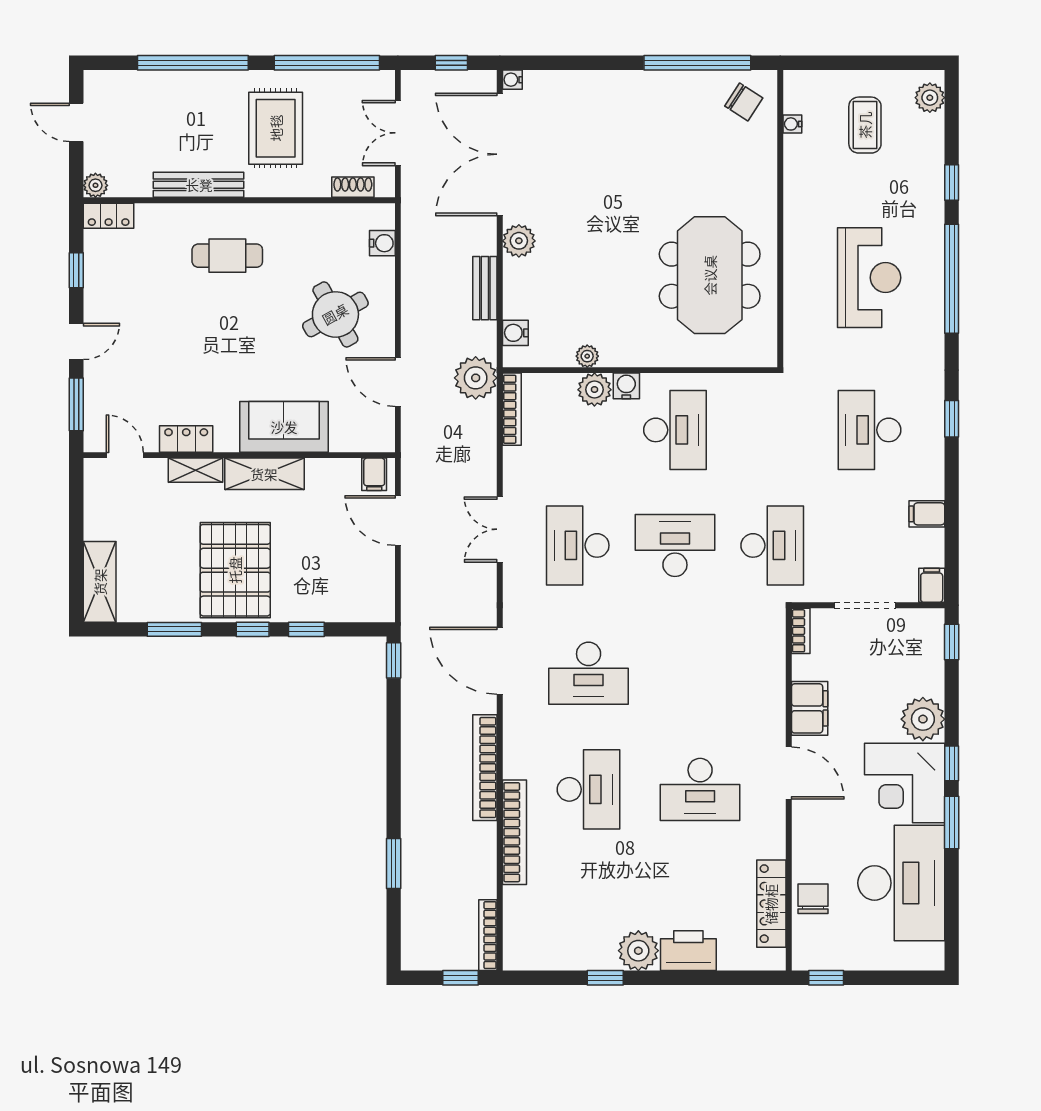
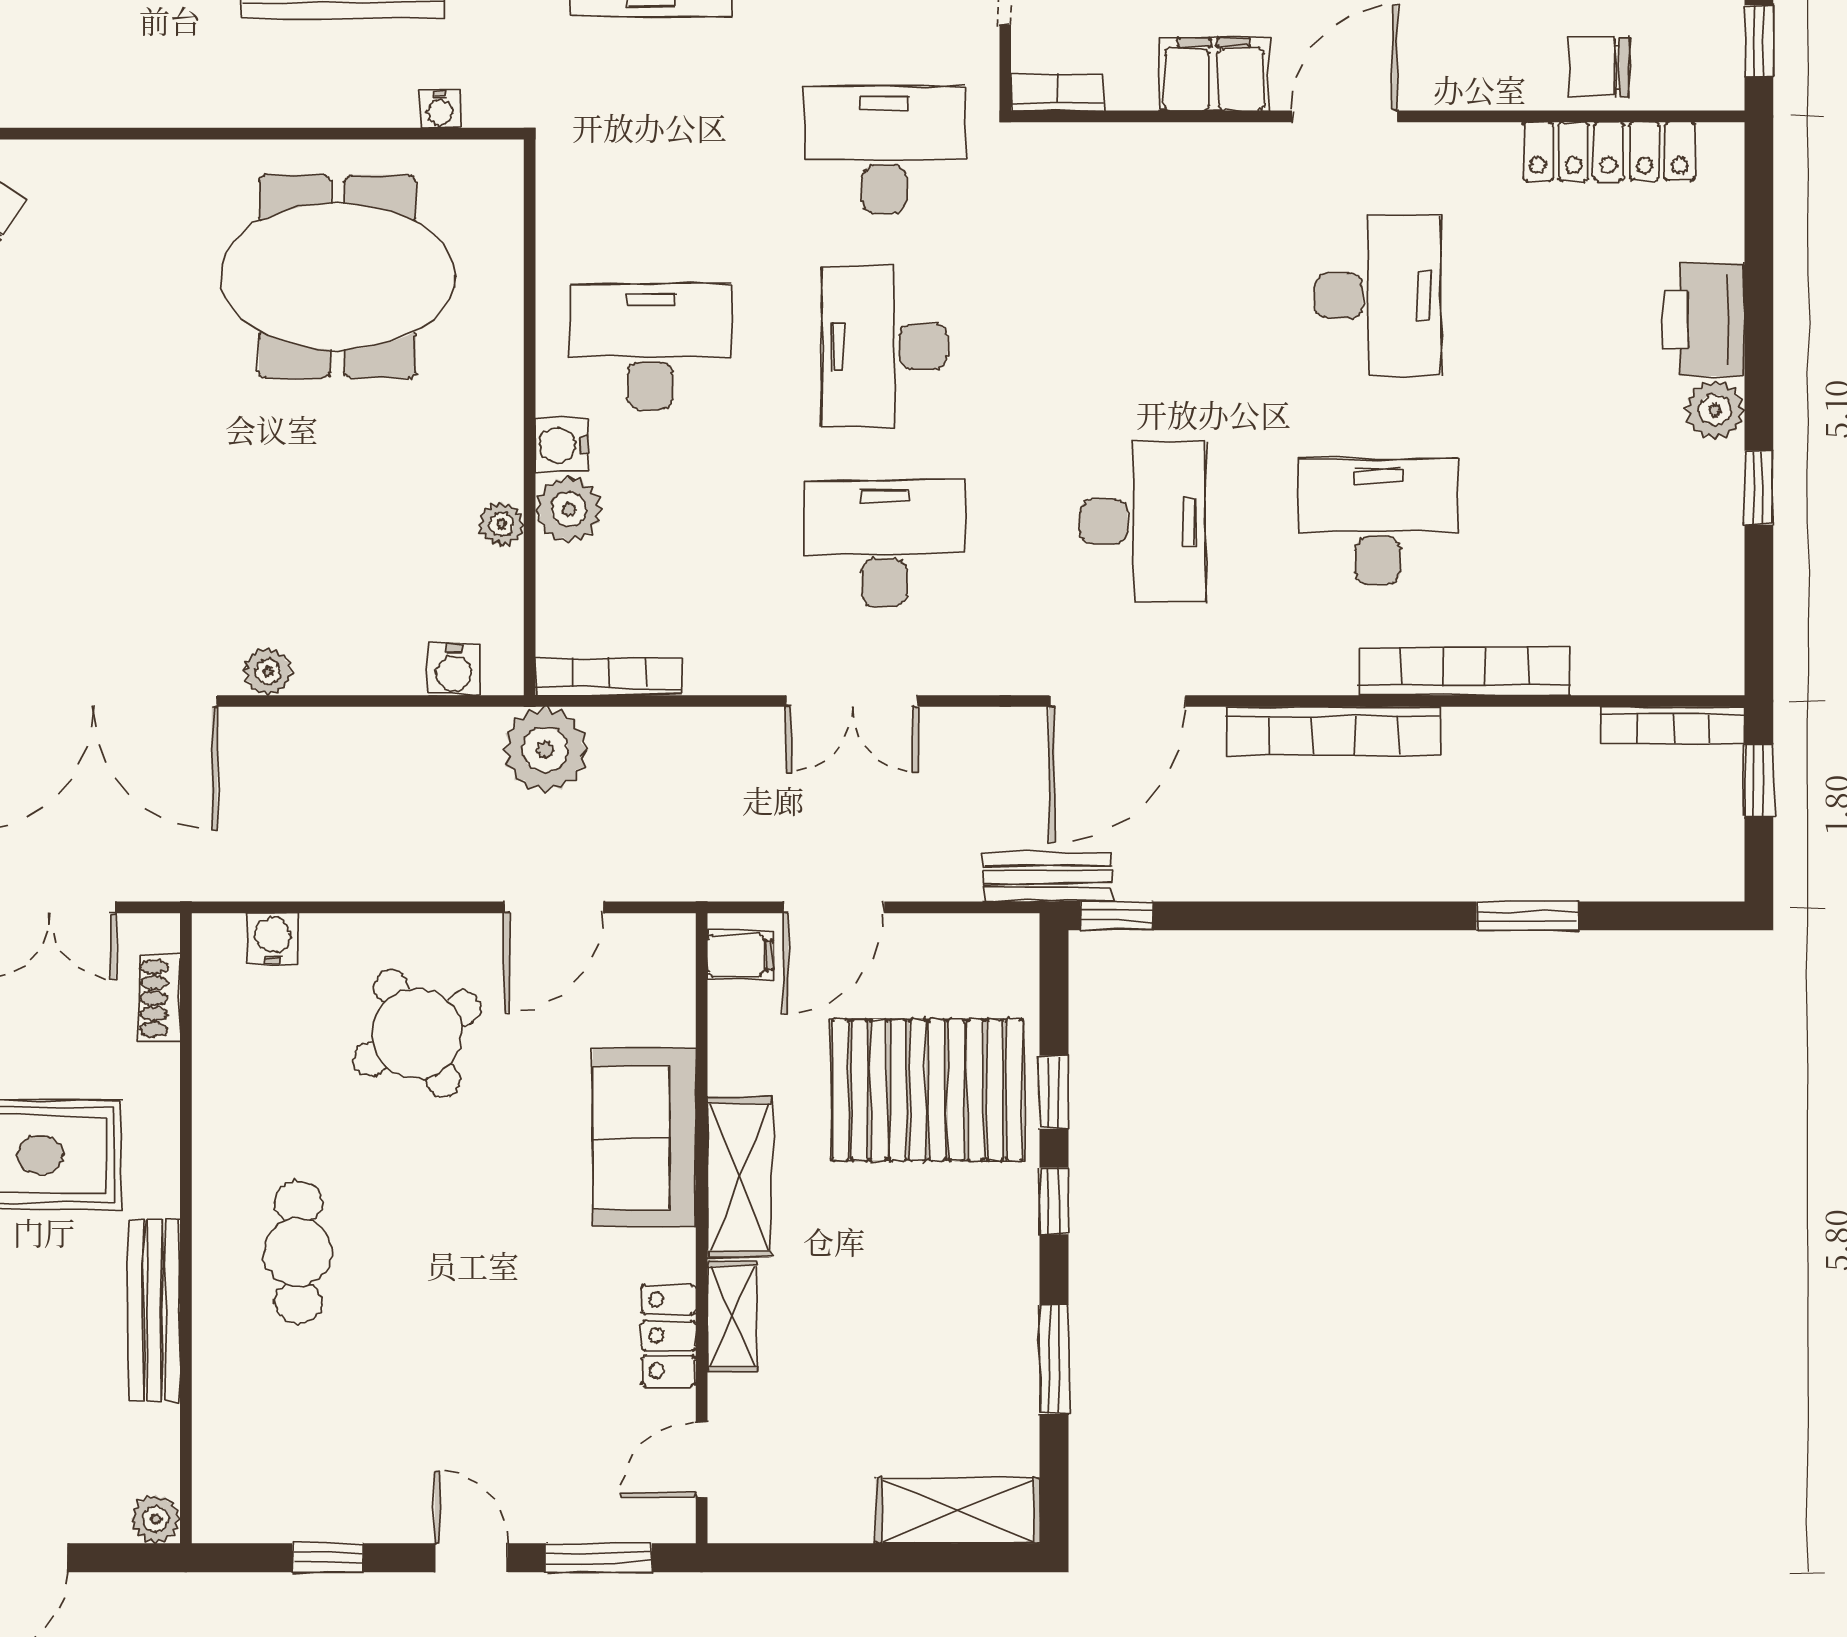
water cooler: (792, 124) -> (440, 109), moved
locker: (109, 216) -> (217, 1492), removed
plant: (519, 241) -> (268, 671), width x0.73, depth x0.73
bench: (485, 288) -> (1047, 877), moved
desk: (578, 545) -> (884, 543), turned 180
pallet: (235, 570) -> (927, 1090), moved
plant: (638, 951) -> (1715, 410), width x0.73, depth x0.73

